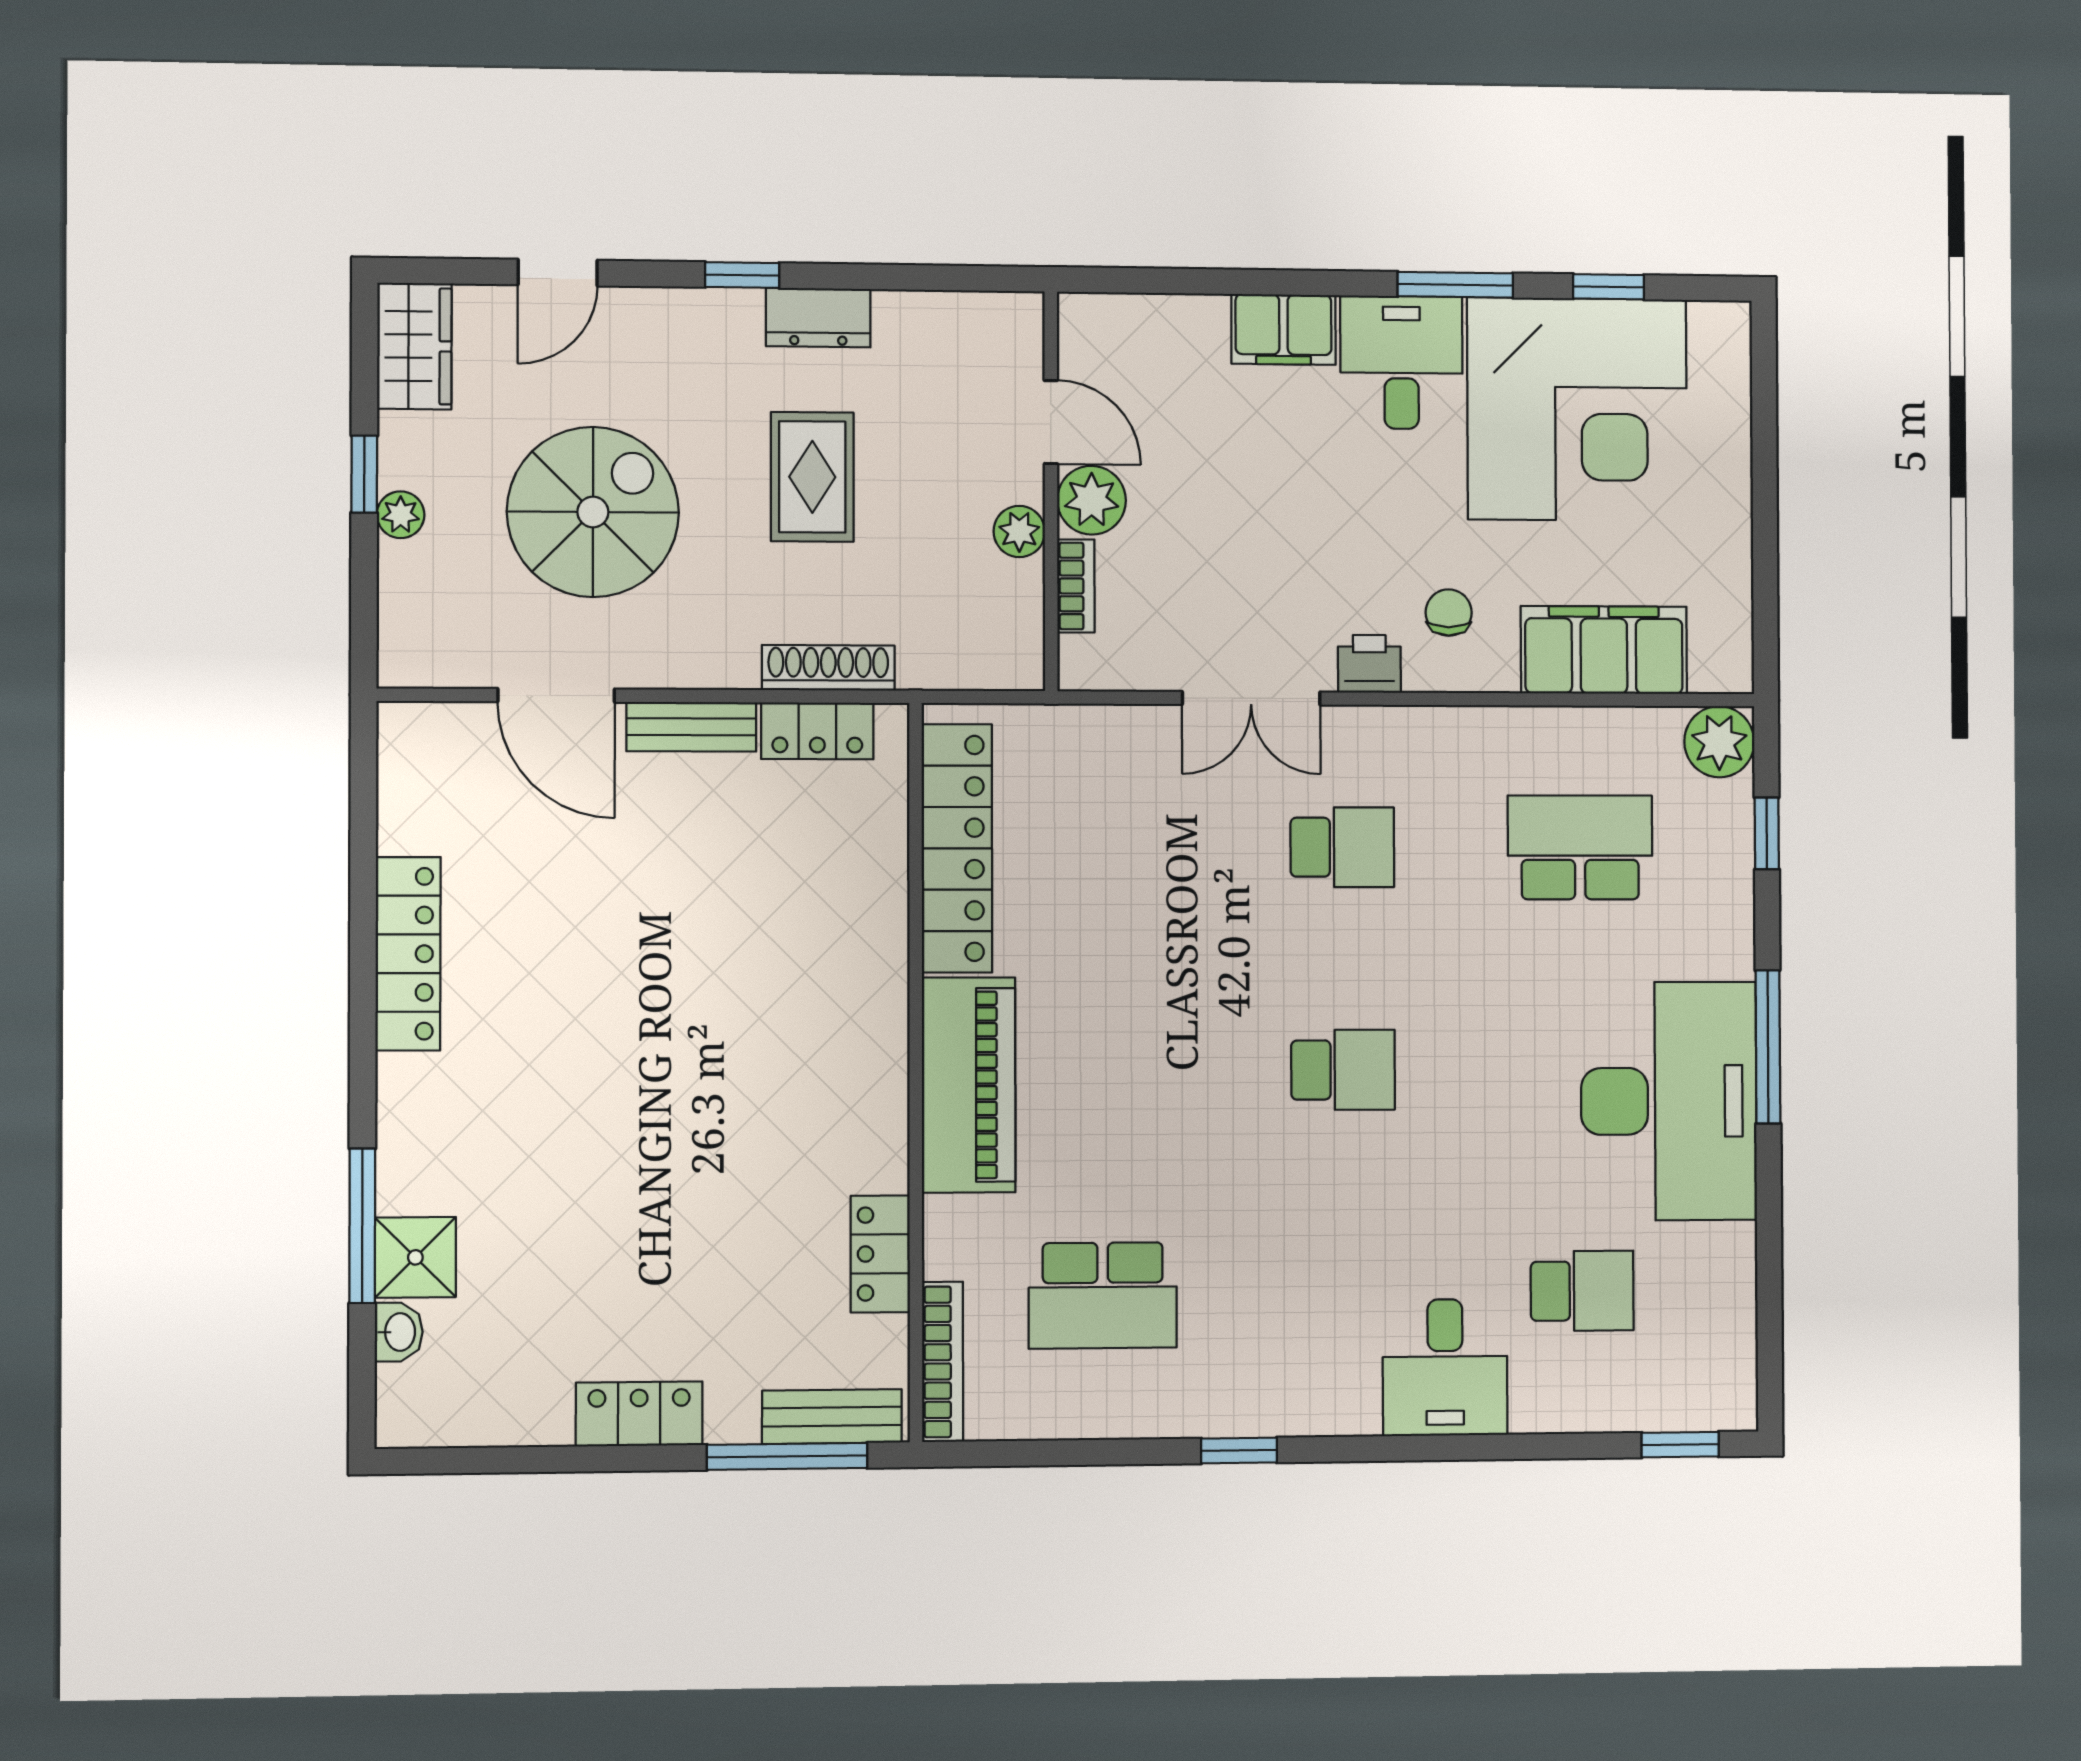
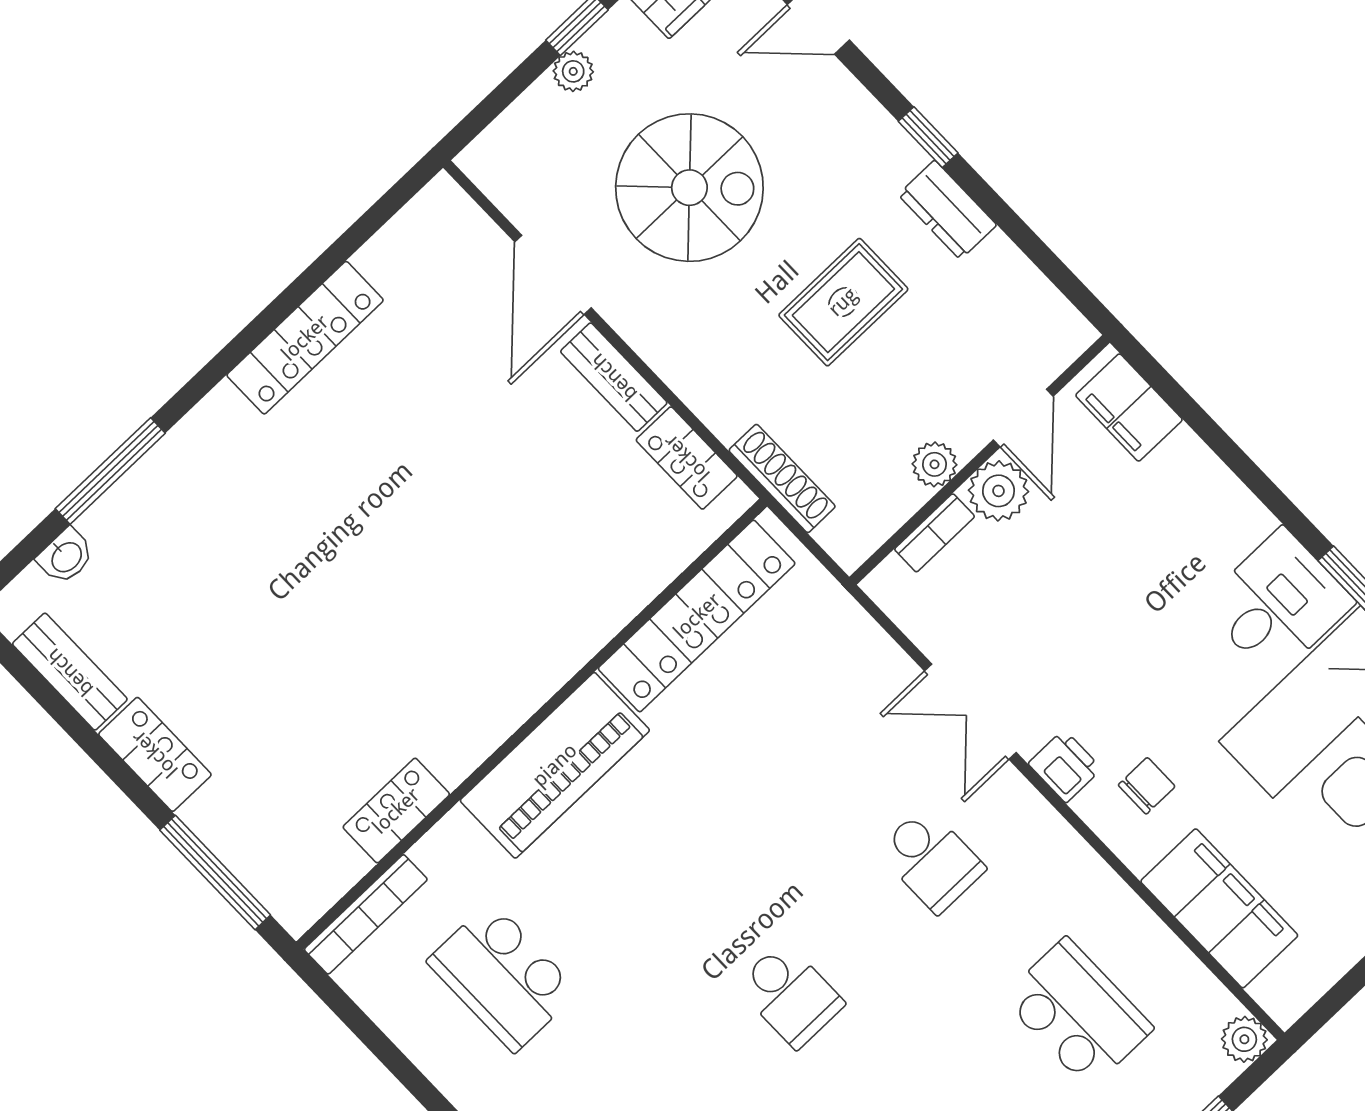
filing cabinet: (1283, 329) -> (1129, 407), moved
shoe rack: (828, 668) -> (782, 478), moved
plant: (1719, 742) -> (1244, 1039), width x0.73, depth x0.73
shower: (415, 1257) -> (122, 522), removed
bench: (832, 1417) -> (70, 672), moved

